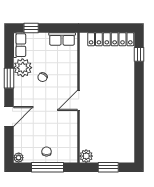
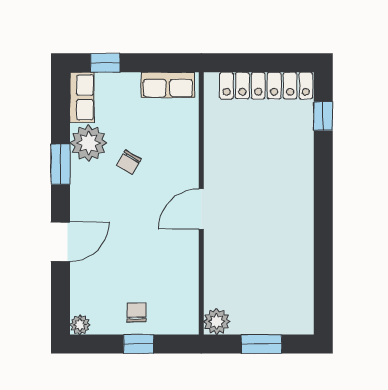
window: (48, 167) -> (139, 344), width x0.46

